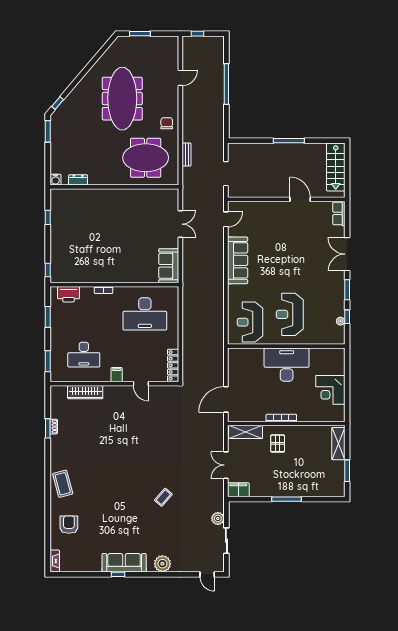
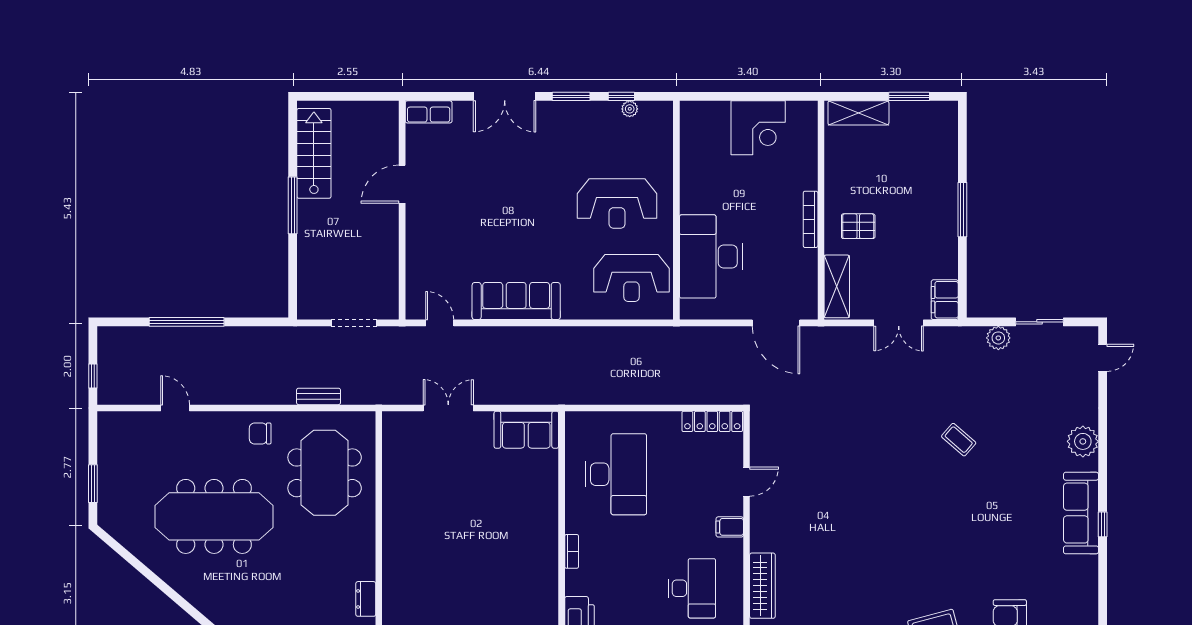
stairs: (336, 167) -> (314, 153), moved, turned -90
desk: (287, 365) -> (711, 256), moved

